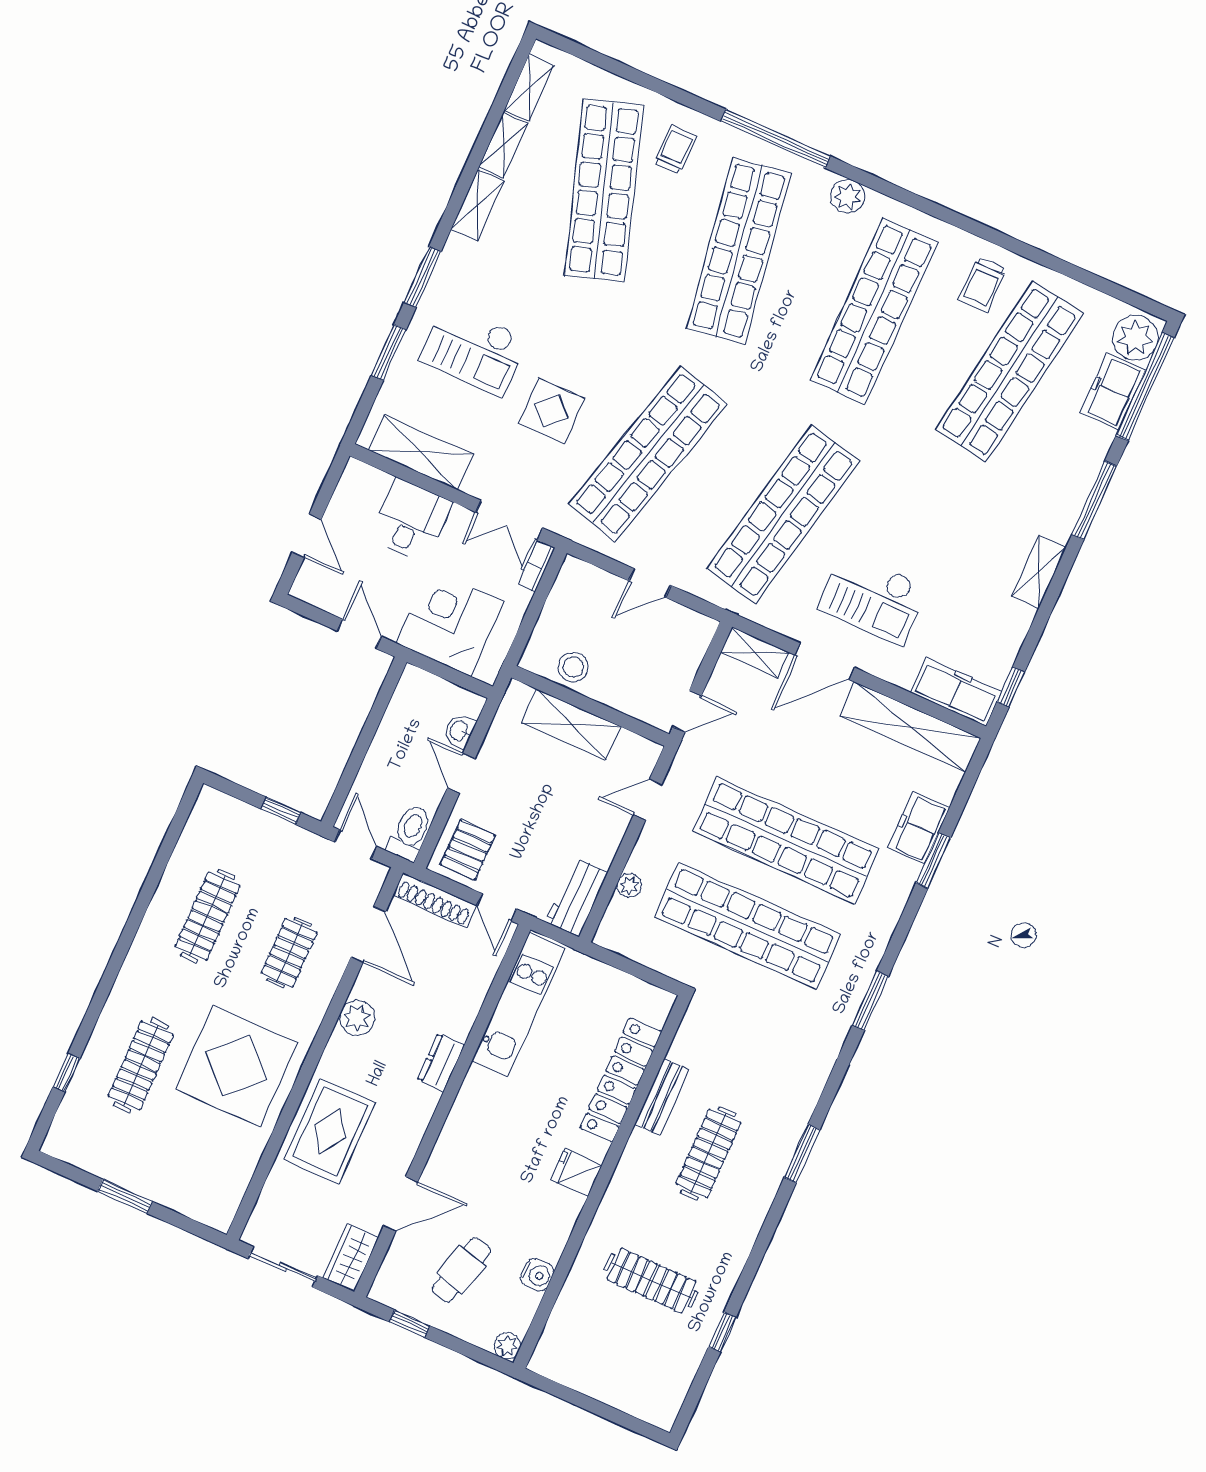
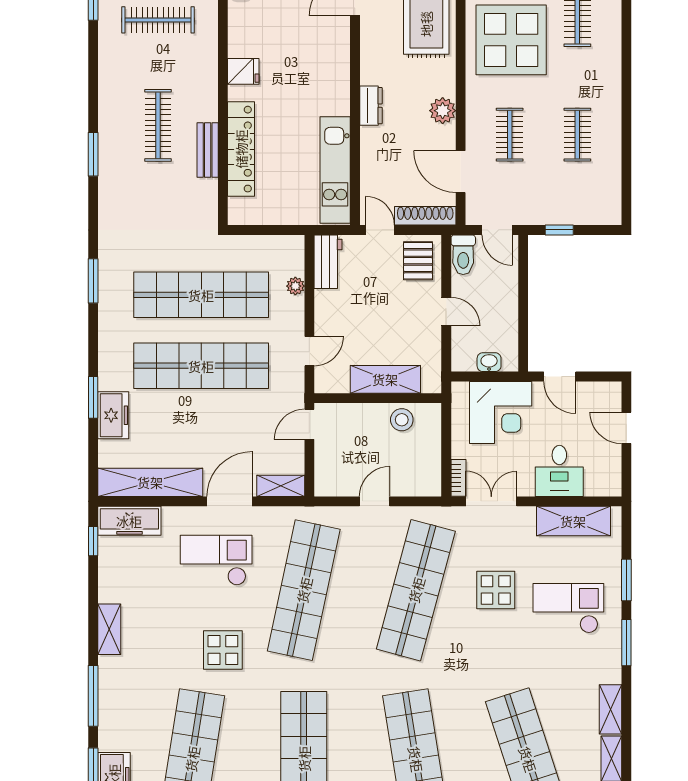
display table: (913, 486) -> (223, 650), added
washbasin: (459, 731) -> (489, 362), moved, turned -90
clothes rail: (208, 916) -> (577, 135), width x0.73

